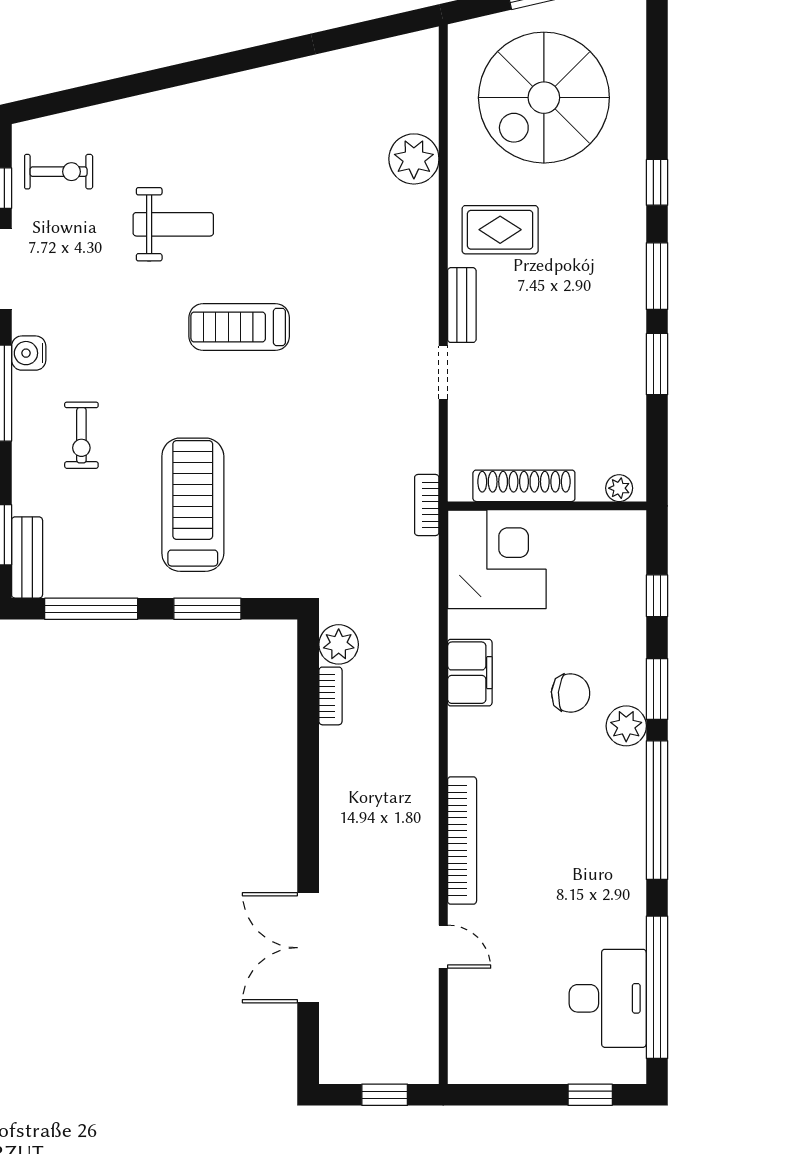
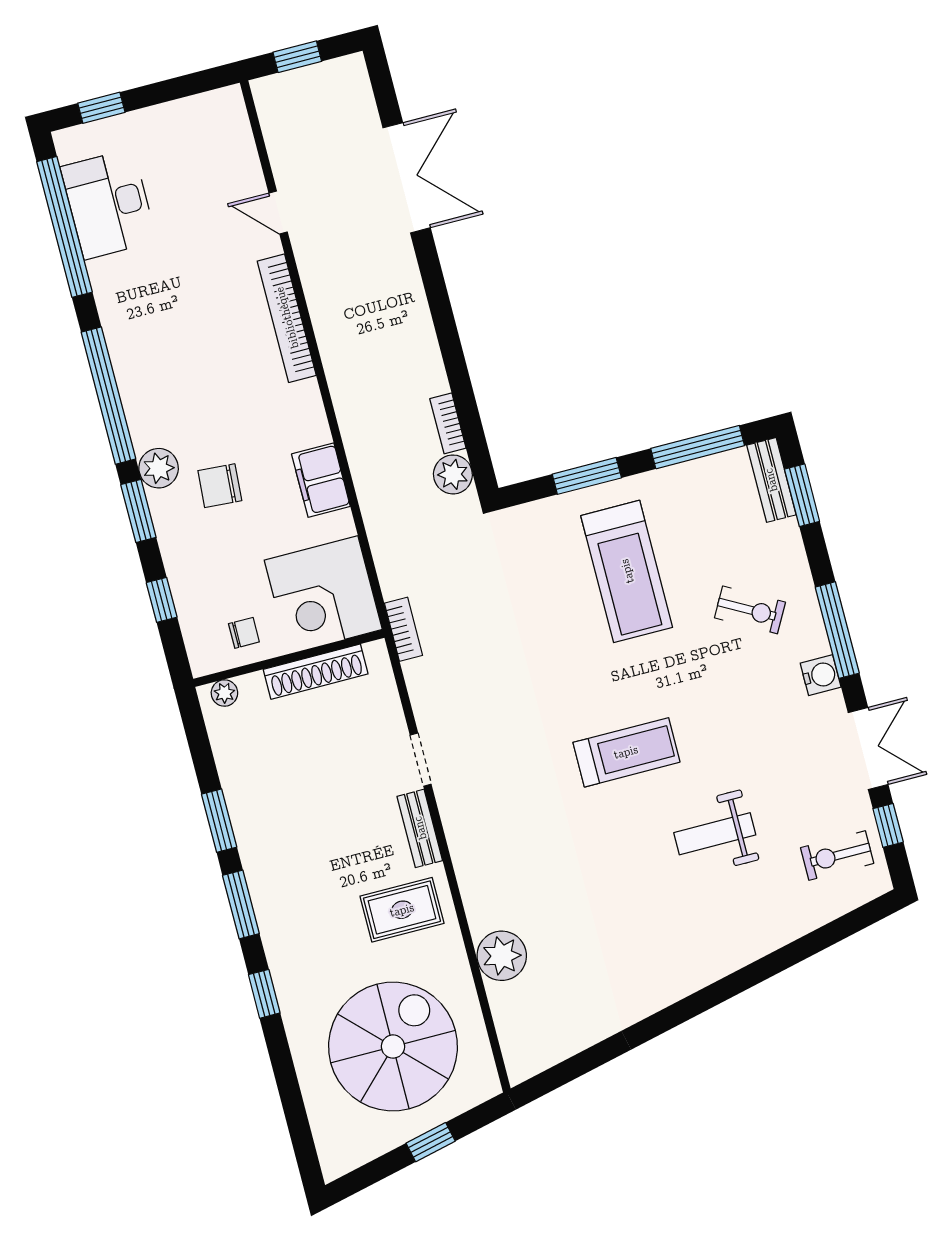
exercise bike: (81, 435) -> (750, 610), turned 119
chair: (585, 542) -> (244, 633), added

